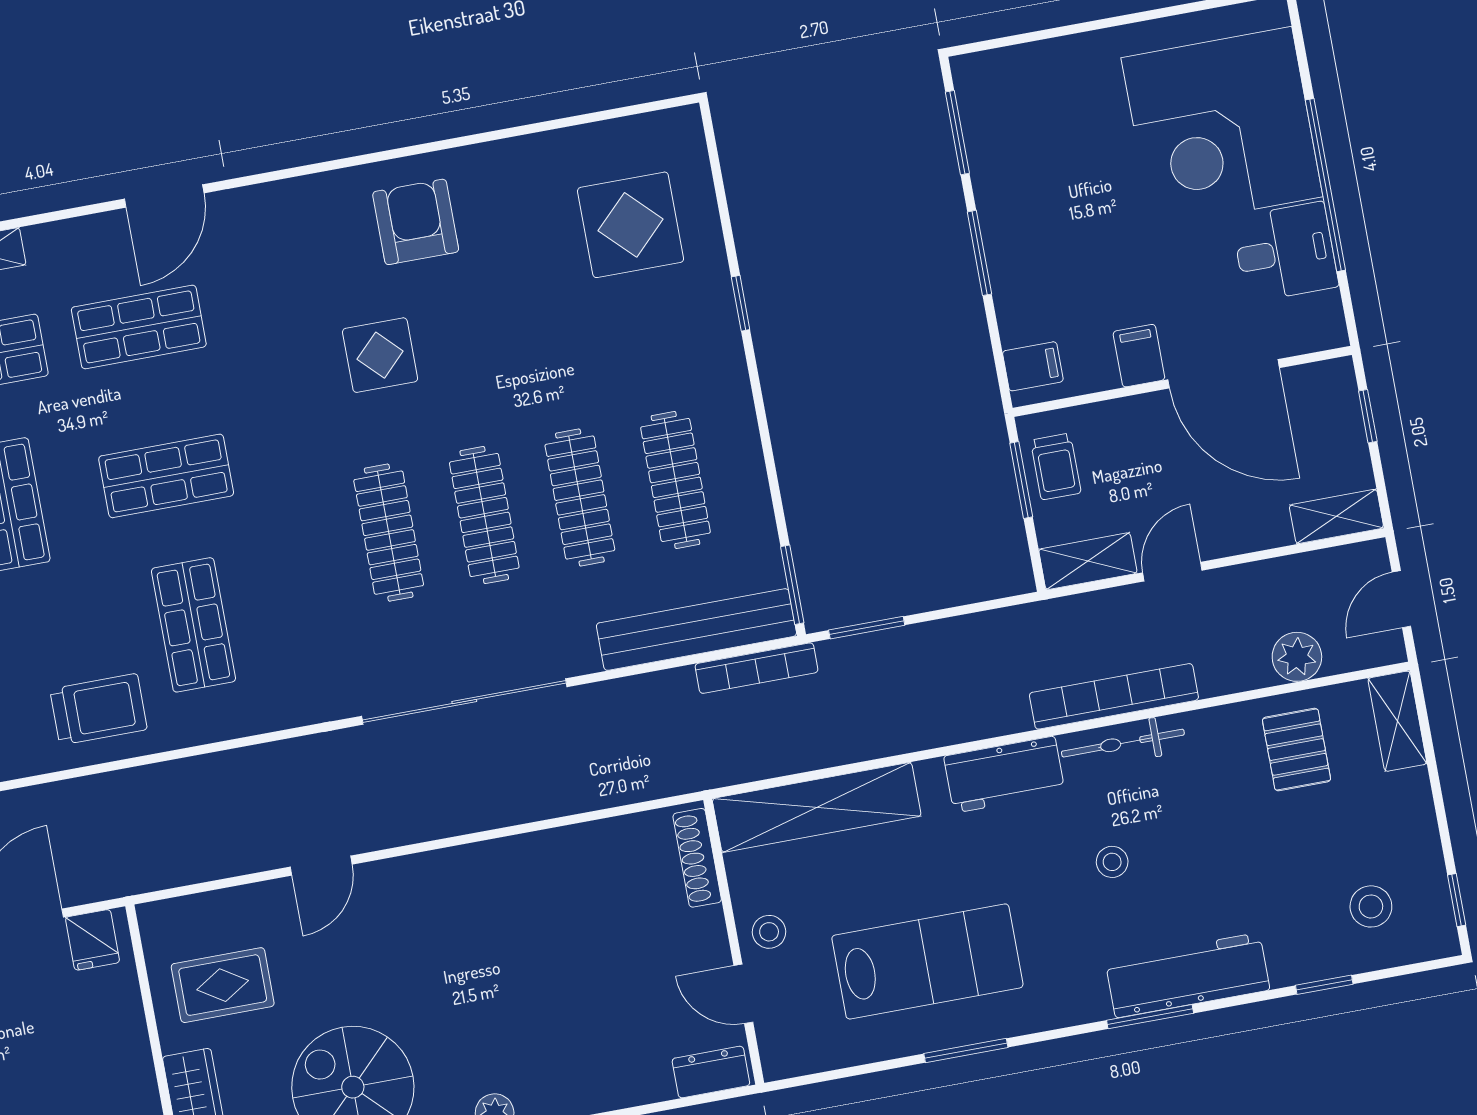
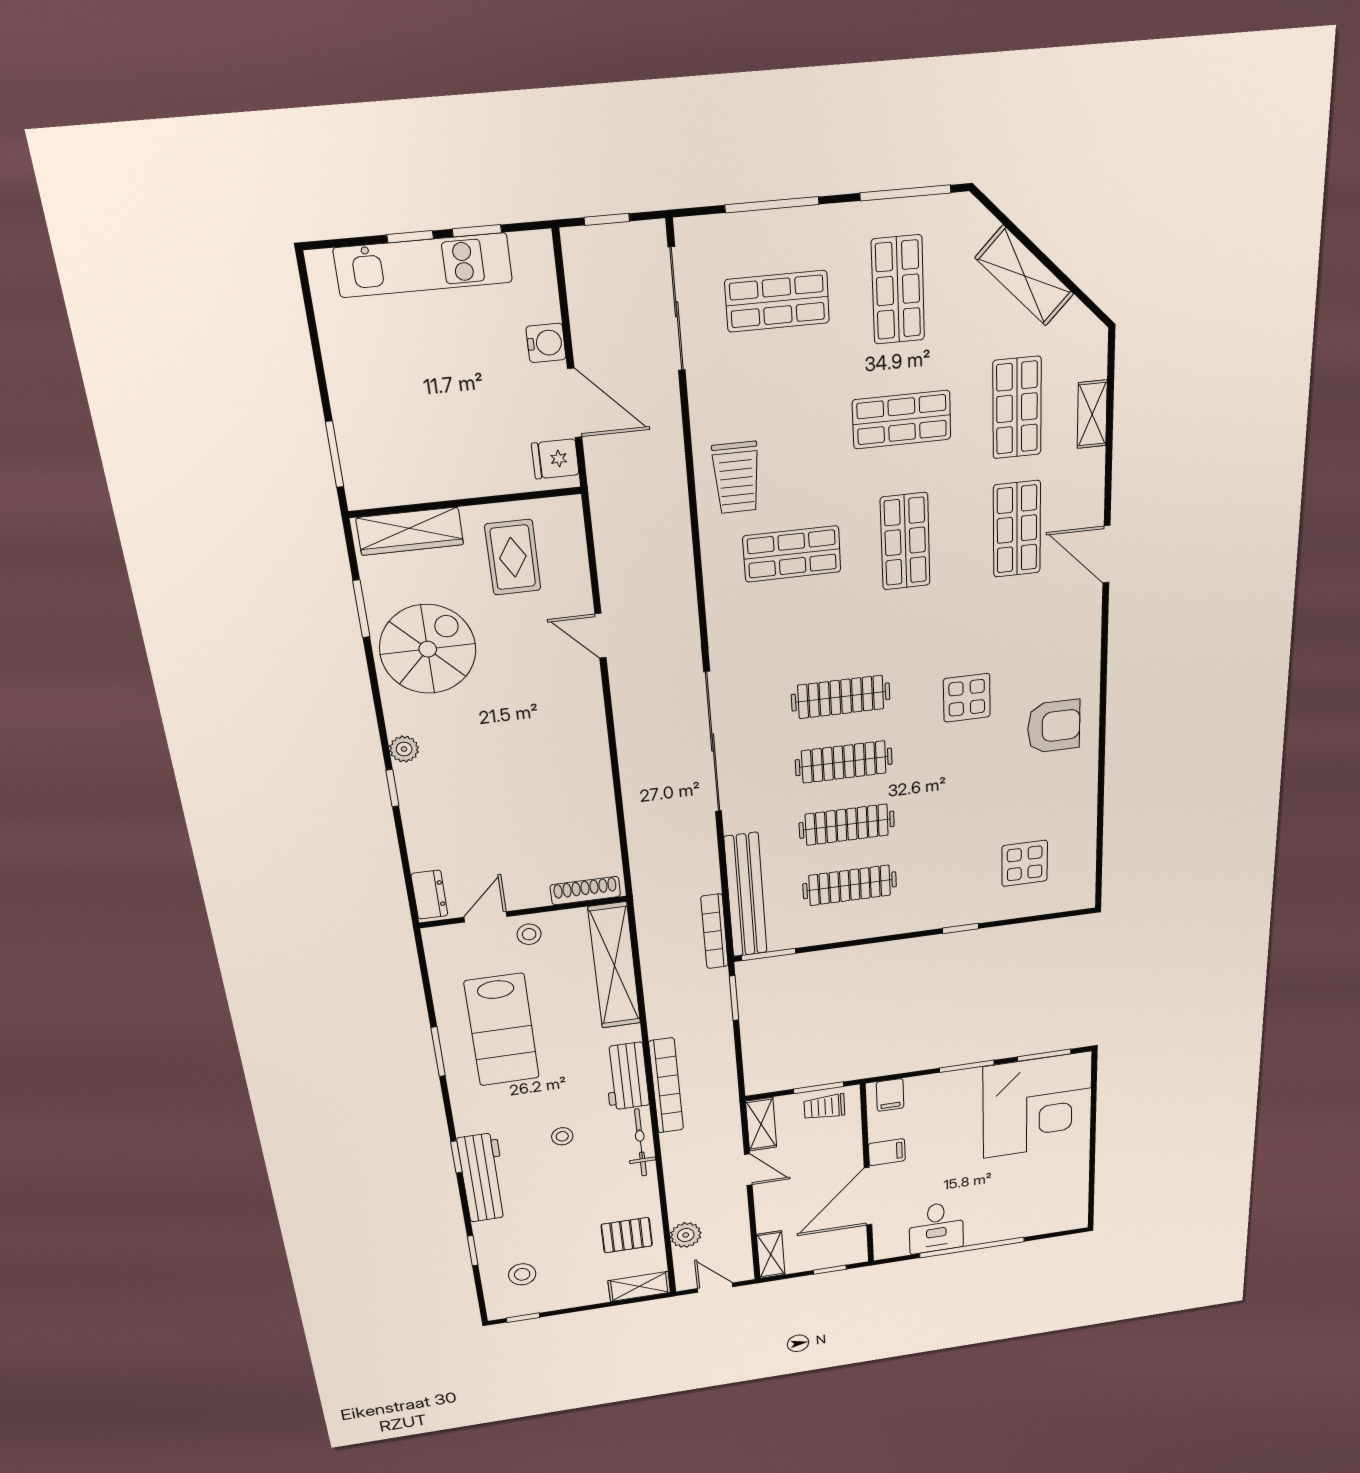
corner desk: (1222, 127) -> (1037, 1105), moved, turned 180
display table: (631, 225) -> (1025, 863), width x0.73, depth x0.73
bookcase: (1114, 696) -> (666, 1086), moved
window: (1150, 1017) -> (456, 1157), width x0.67

